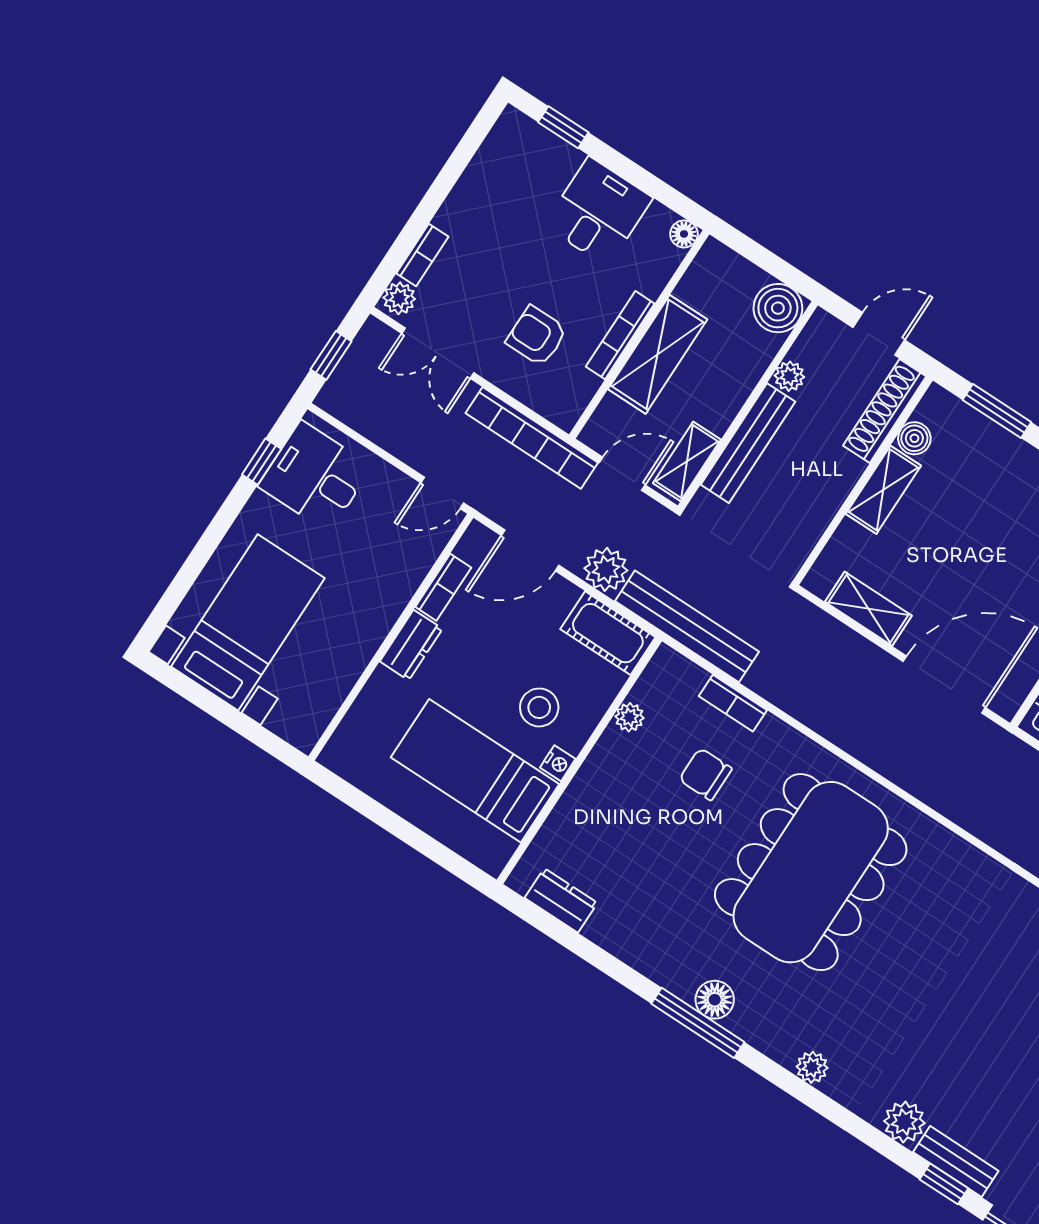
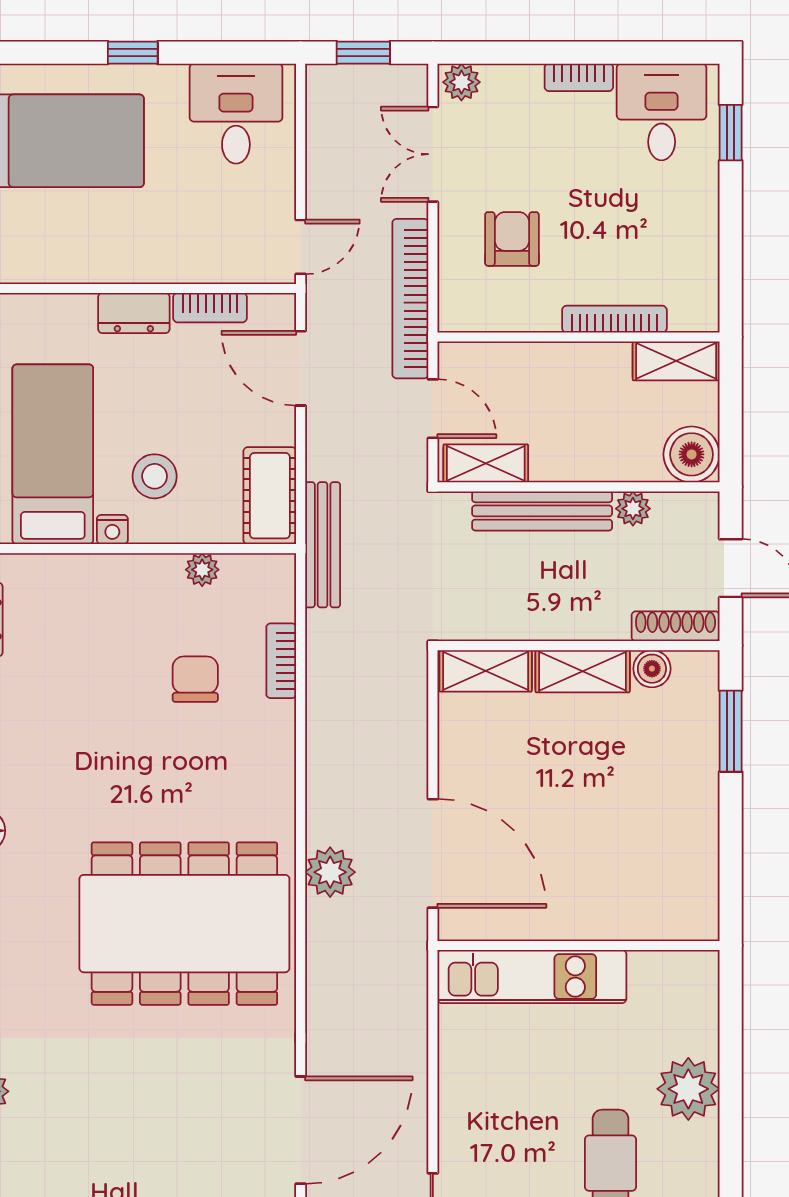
desk: (598, 212) -> (662, 112), moved, turned -90
floor lamp: (684, 234) -> (704, 317), removed
bookcase: (422, 255) -> (579, 77), moved
bookcase: (620, 335) -> (614, 319), moved
shelving: (658, 354) -> (676, 361), moved, width x0.67, depth x0.75
shoe rack: (885, 411) -> (676, 626), width x0.74, depth x0.81
window: (262, 462) -> (133, 53), moved
door: (442, 493) -> (301, 247), swing flipped
plant: (606, 569) -> (330, 872), moved
shelving: (868, 609) -> (486, 671), moved, turned 90
bench: (687, 626) -> (323, 545), width x0.73, depth x0.82
dining table: (811, 872) -> (184, 924), moved

